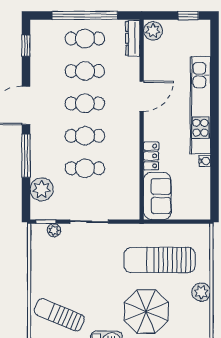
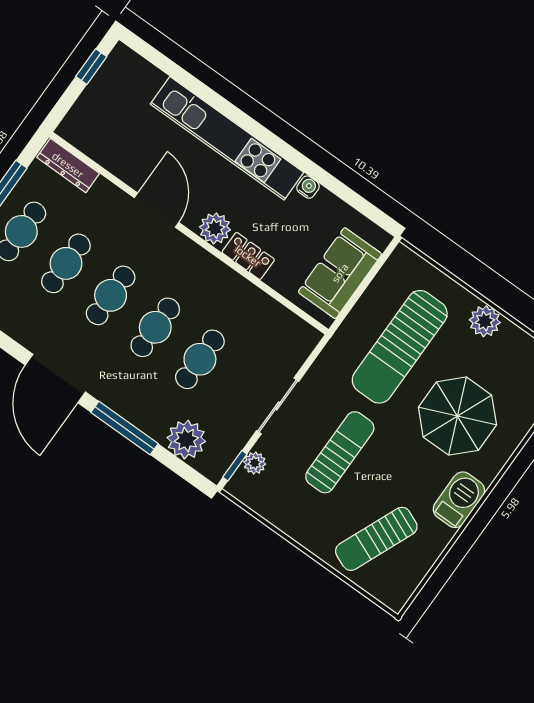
plant: (153, 31) -> (215, 228), moved
sofa: (157, 196) -> (340, 273), moved, turned -90
sun lounger: (88, 267) -> (340, 452), added

